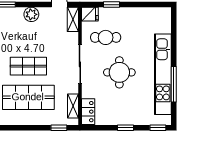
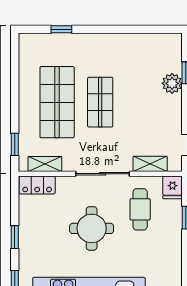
plant: (31, 14) -> (172, 83), moved
shelving: (73, 19) -> (150, 164), moved

